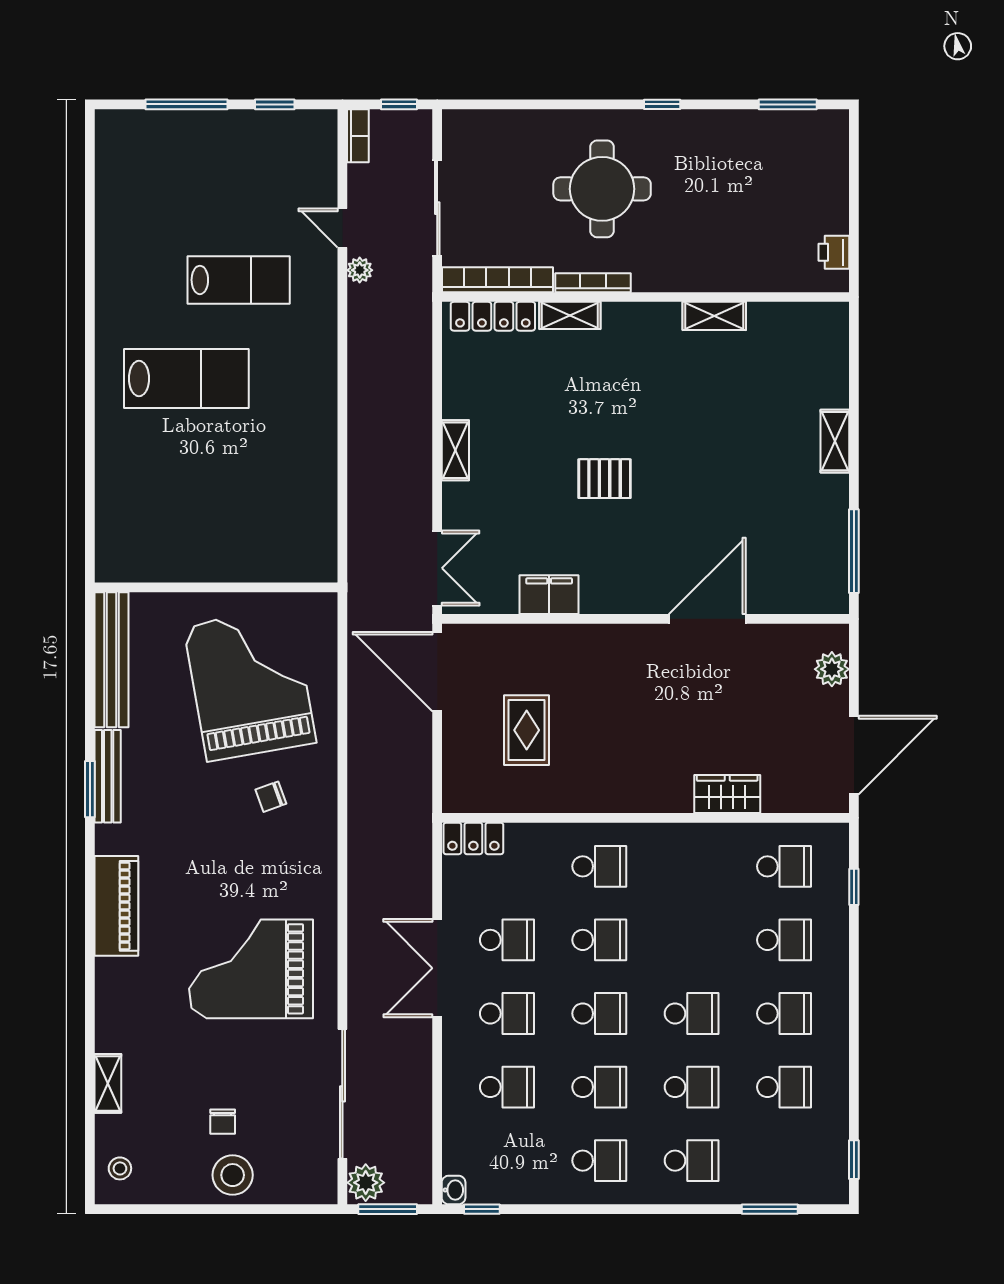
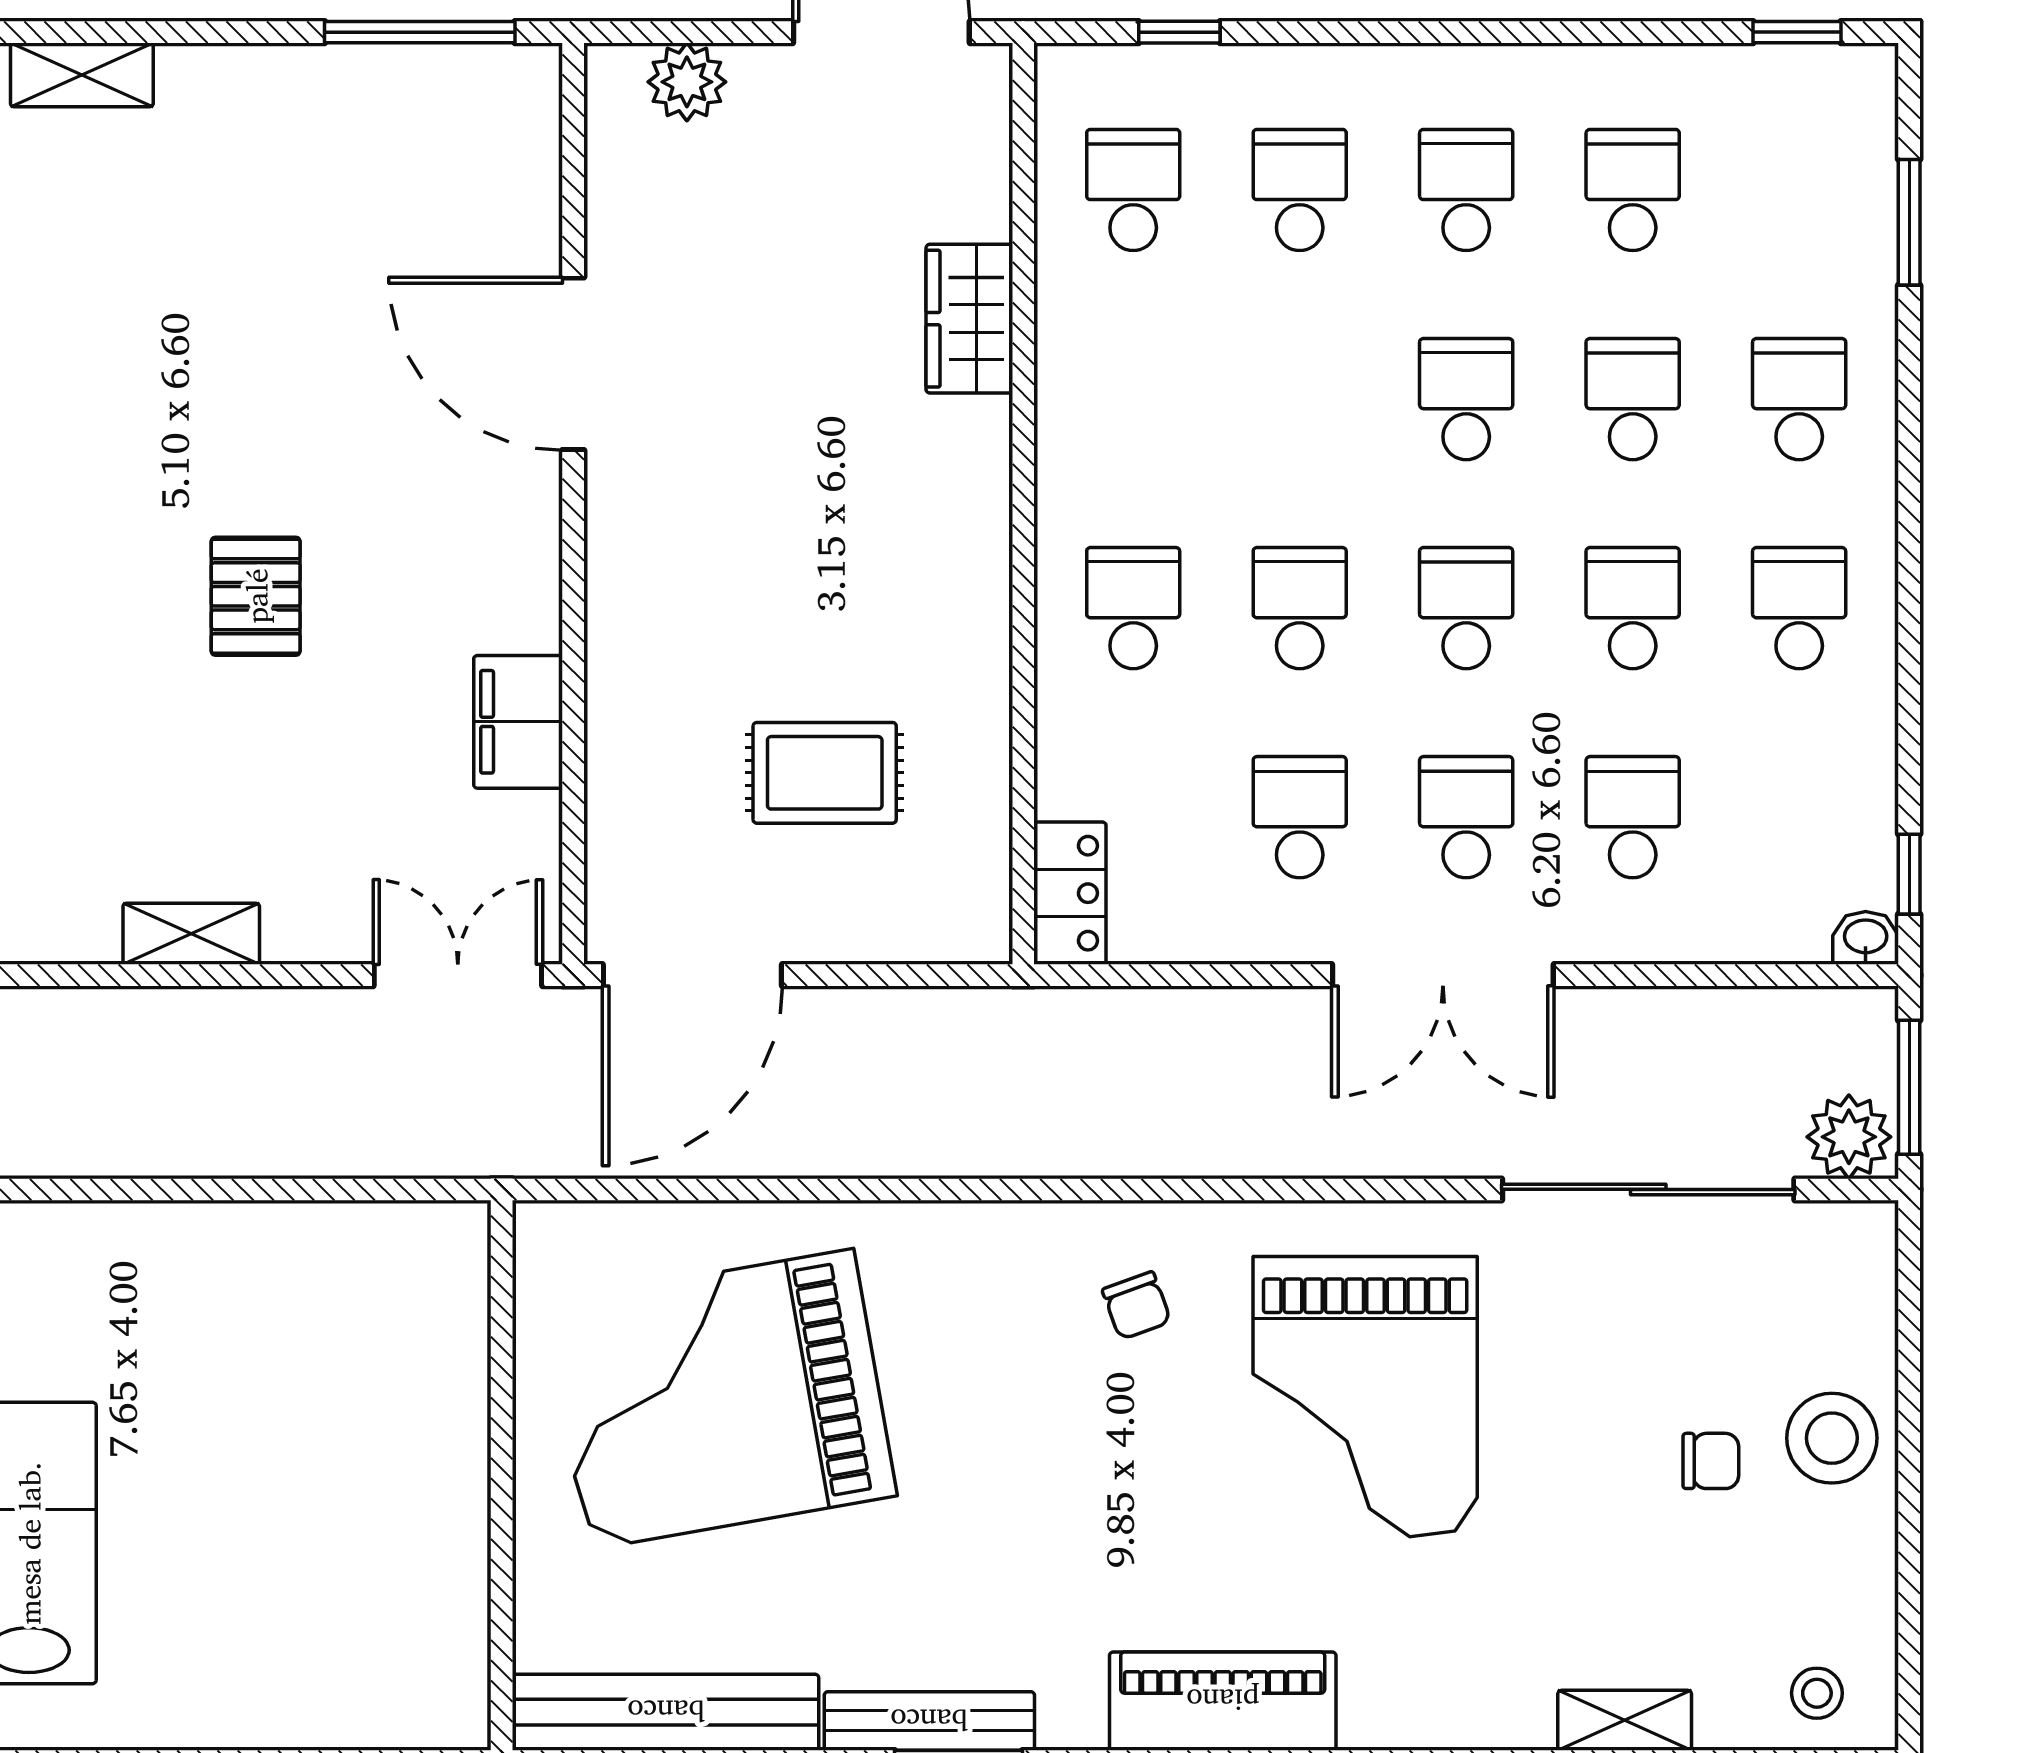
shelving: (835, 441) -> (82, 75), moved
chair: (271, 797) -> (1137, 1306), moved
double door: (437, 968) -> (1443, 975), moved

